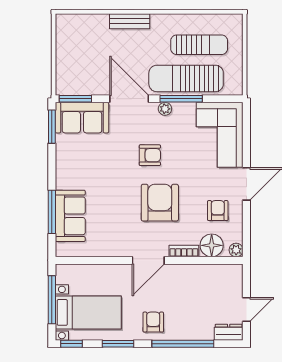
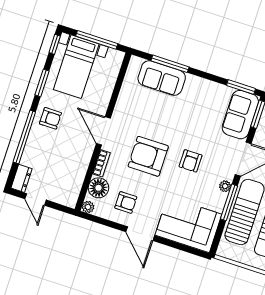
armchair: (160, 203) -> (148, 156), turned 180

